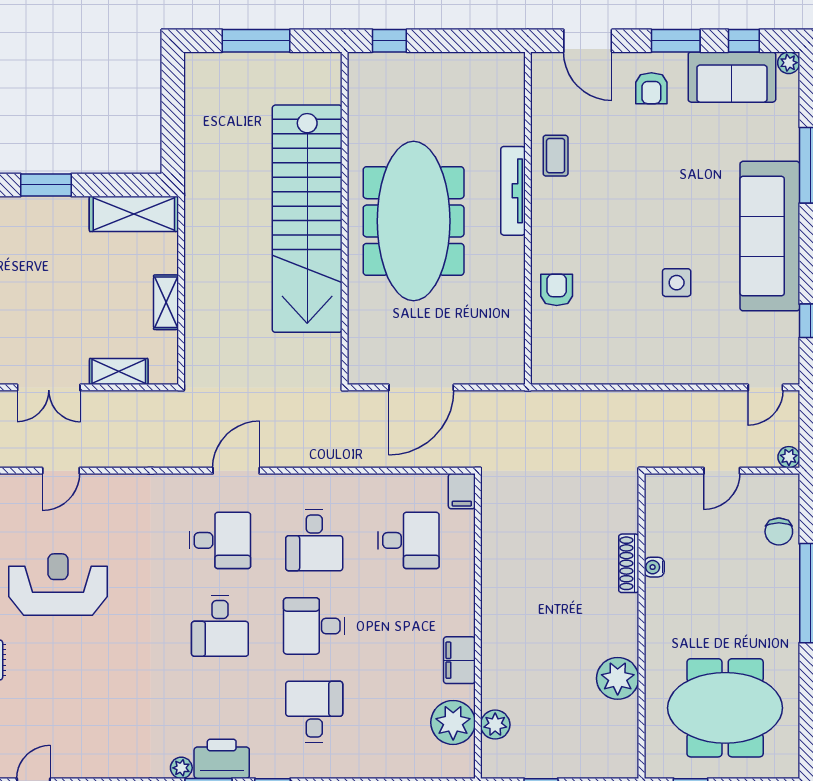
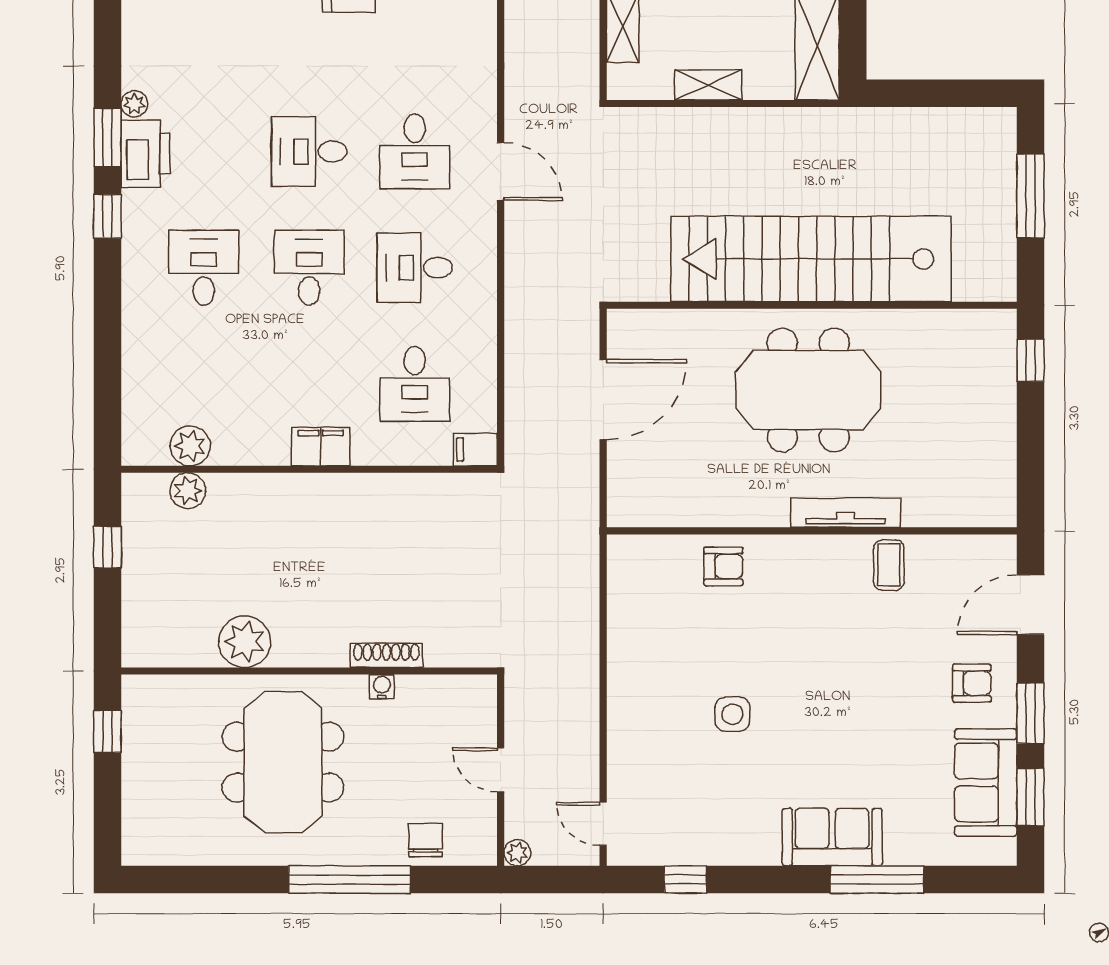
window: (744, 41) -> (1030, 797), width x1.50
plant: (789, 63) -> (1003, 852), removed
armchair: (651, 88) -> (972, 683), turned 180
coffee table: (556, 156) -> (889, 565), turned 90
meeting table: (414, 221) -> (808, 390), width x0.73
sofa: (770, 236) -> (832, 837), width x0.54, depth x0.79
door: (421, 387) -> (603, 400), swing flipped
chair: (779, 532) -> (426, 840), turned 90
filing cabinet: (459, 660) -> (321, 447), moved
meeting table: (725, 708) -> (283, 762), moved
desk: (314, 712) -> (204, 268), turned -90
plant: (453, 722) -> (190, 446), width x0.73, depth x0.73

